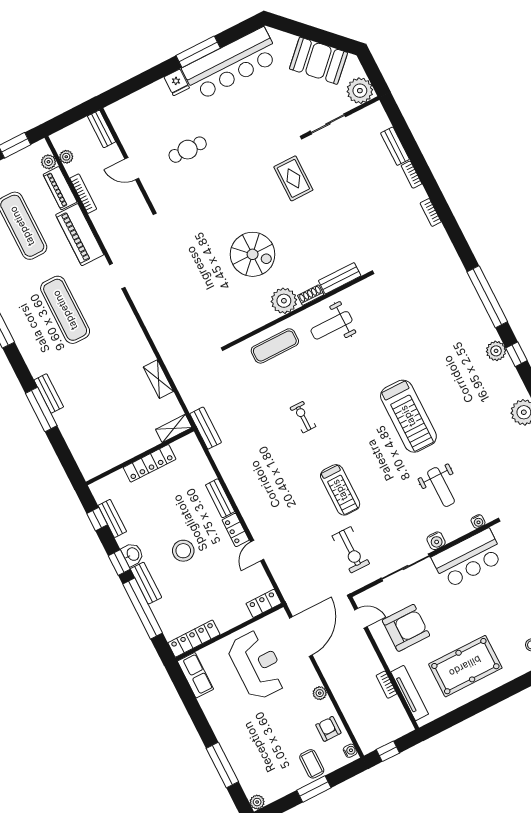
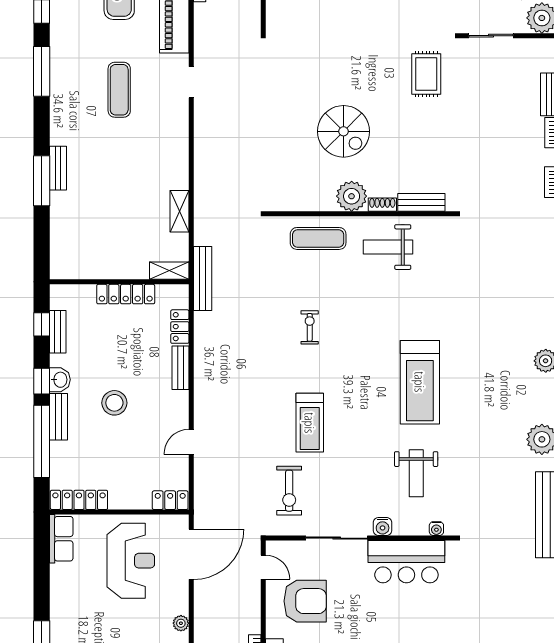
exercise mat: (65, 310) -> (119, 90), width x0.73, depth x0.69
bench: (206, 428) -> (203, 279), width x1.36
locker: (236, 530) -> (180, 327), moved

